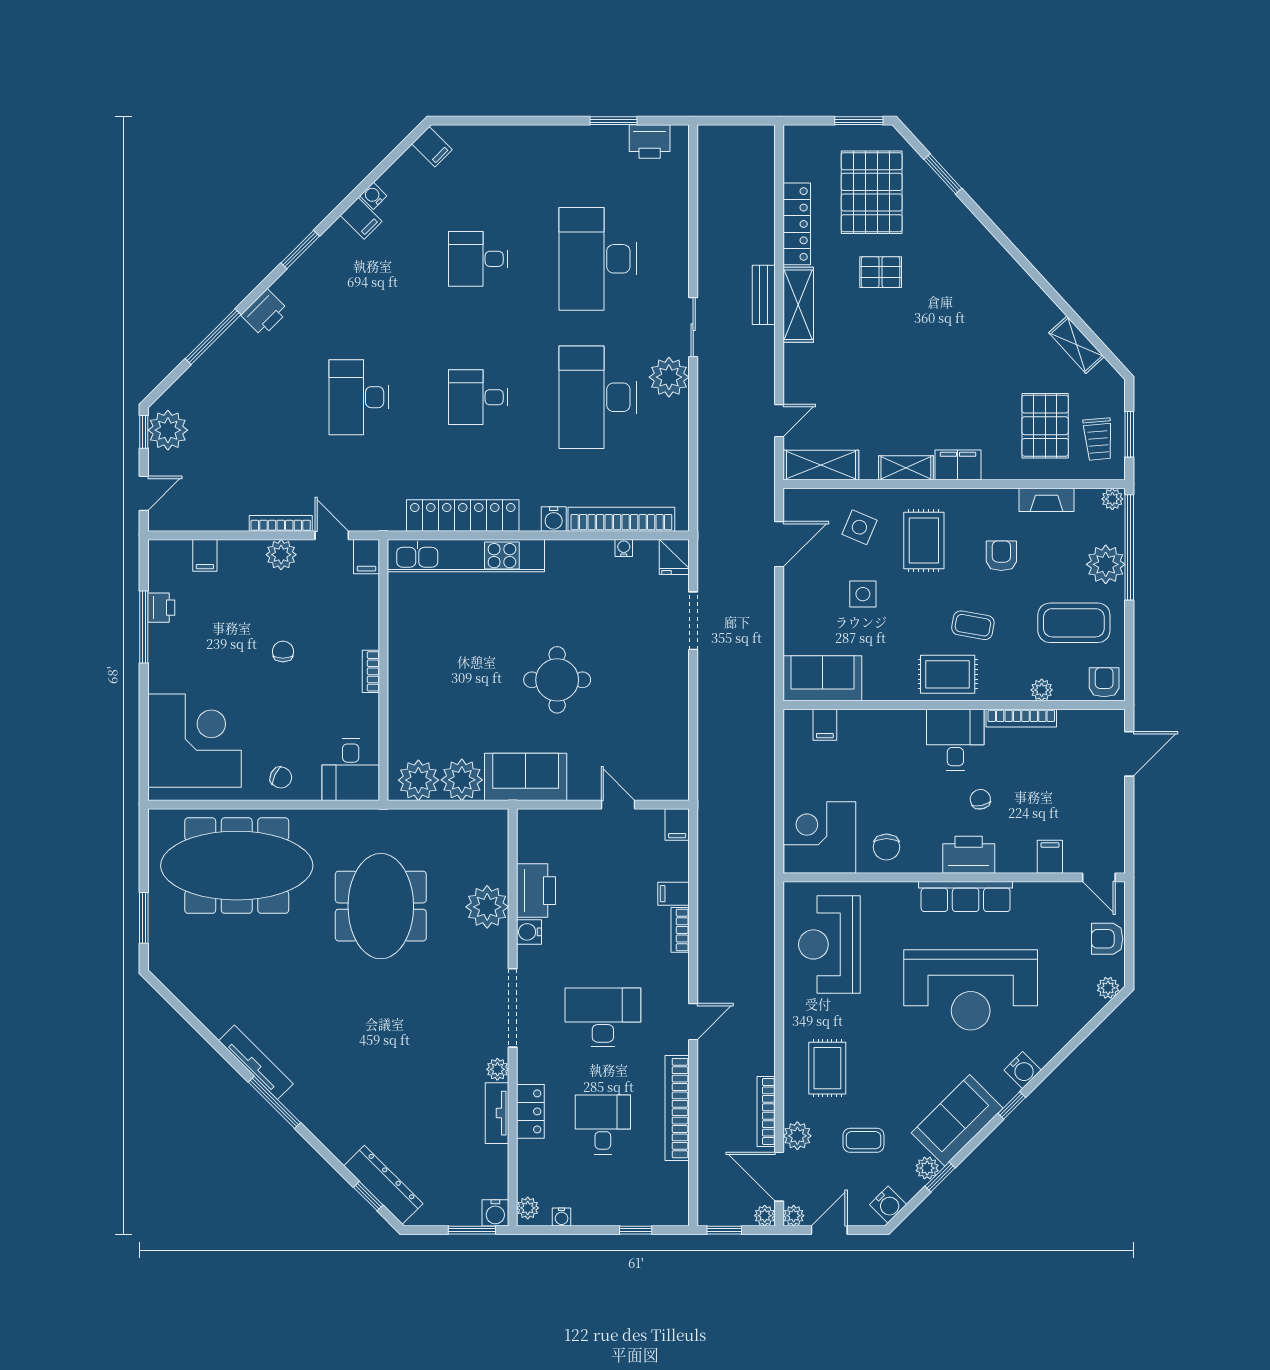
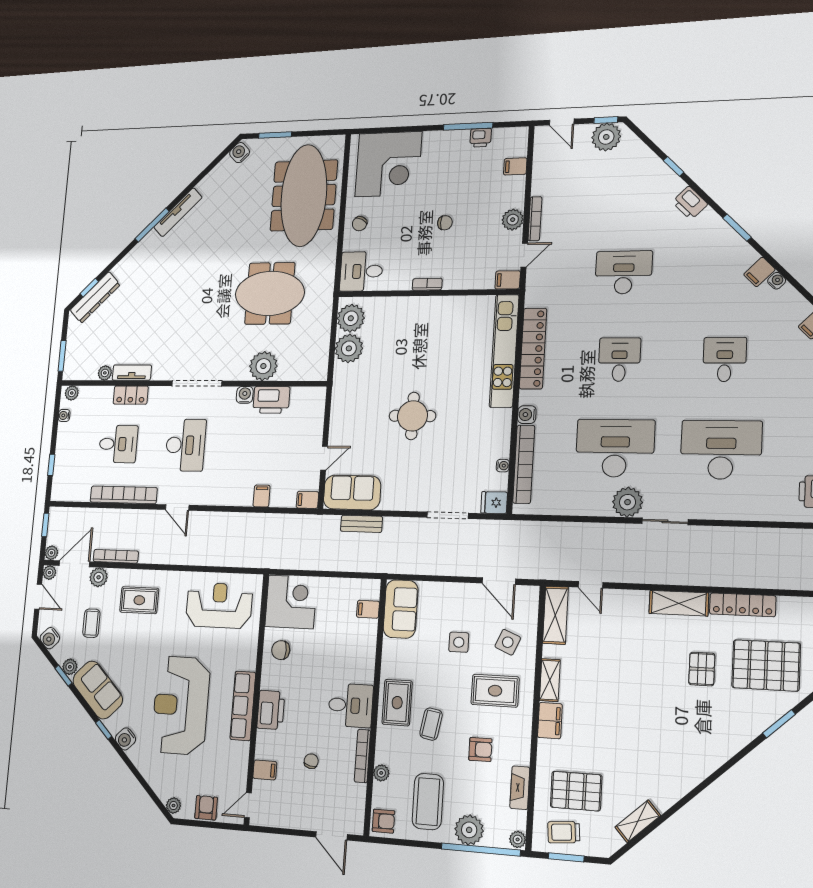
bench: (764, 295) -> (361, 524), moved
window: (213, 337) -> (674, 166), width x0.46
sofa: (526, 777) -> (352, 492), moved, turned -90
chair: (980, 799) -> (311, 761), moved, turned -67
bookcase: (680, 930) -> (237, 500), removed
plant: (497, 1069) -> (105, 373), moved
water cooler: (495, 1213) -> (240, 153), moved, turned 45

